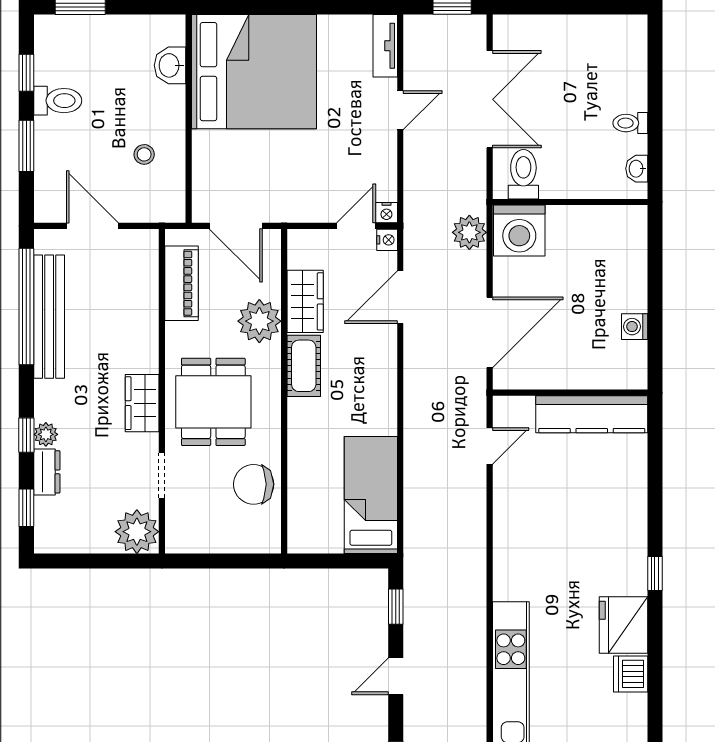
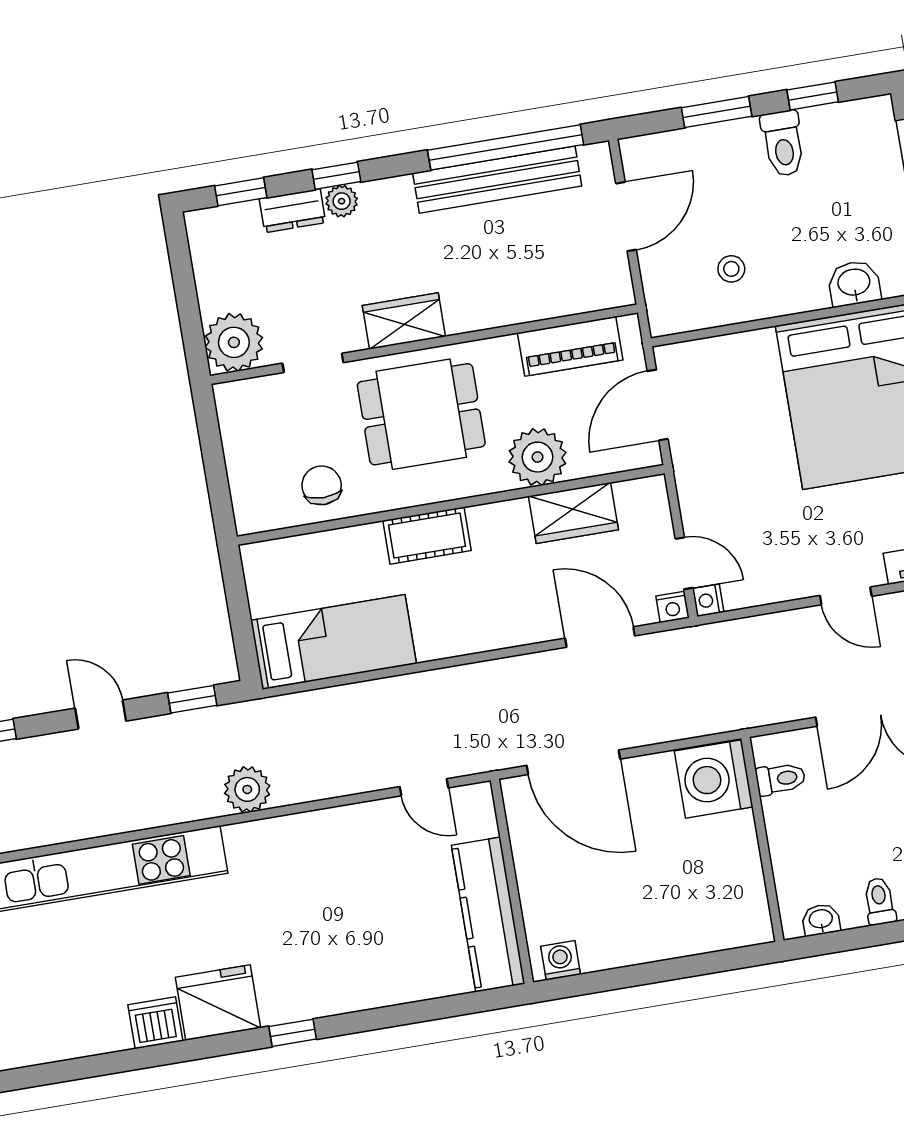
toilet: (523, 174) -> (781, 779), width x0.73, depth x0.72
plant: (469, 232) -> (247, 789), moved
washing machine: (635, 327) -> (561, 960), moved
cot: (304, 366) -> (427, 536), moved
chair: (254, 484) -> (322, 485), width x0.73, depth x0.73

